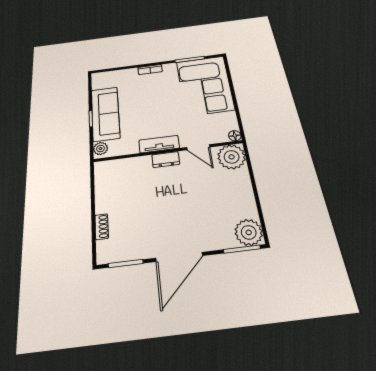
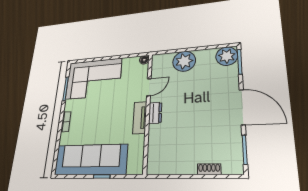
sofa: (105, 114) -> (91, 160), width x1.36, depth x1.27
plant: (100, 149) -> (134, 168), removed
plant: (232, 157) -> (184, 61), moved

